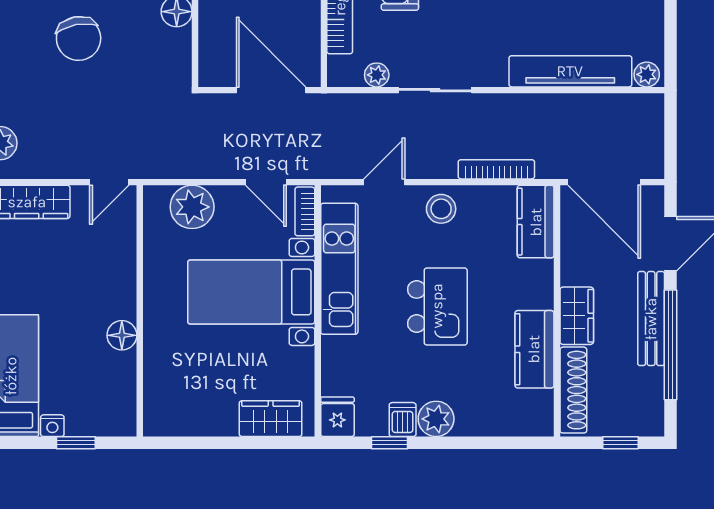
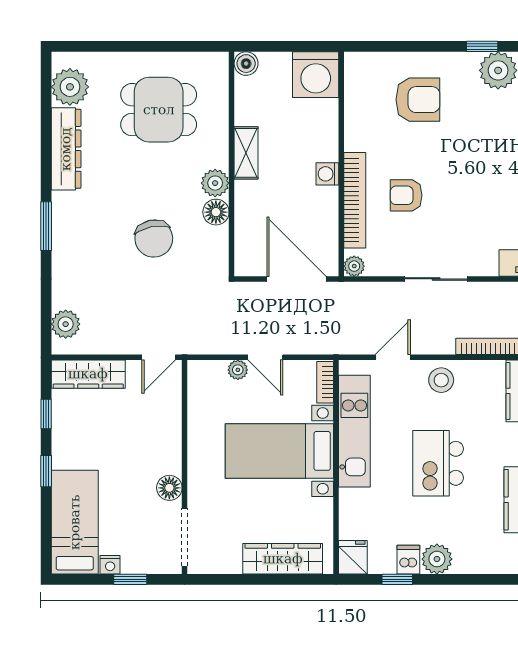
chair: (79, 38) -> (154, 239), moved
plant: (377, 75) -> (354, 266), moved
door: (266, 182) -> (265, 357), moved
plant: (192, 207) -> (238, 370), width x0.53, depth x0.53
kitchen island: (437, 306) -> (438, 463), turned 180
doorway: (140, 393) -> (185, 537), added
wardrobe: (271, 419) -> (283, 559), width x1.50

